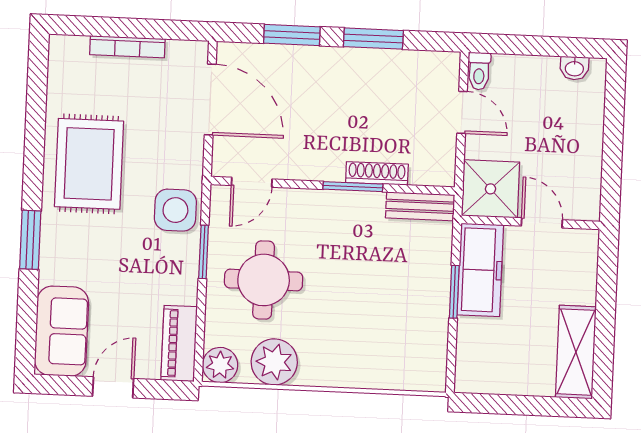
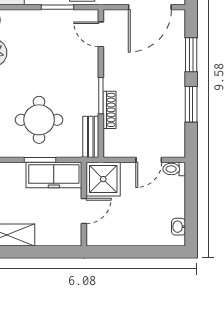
round table: (264, 280) -> (39, 120), moved

